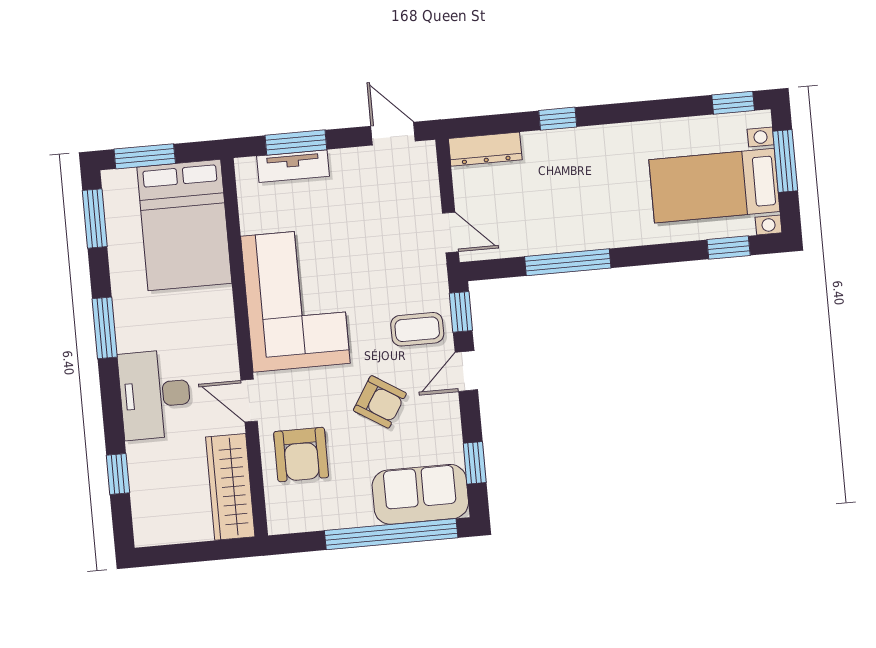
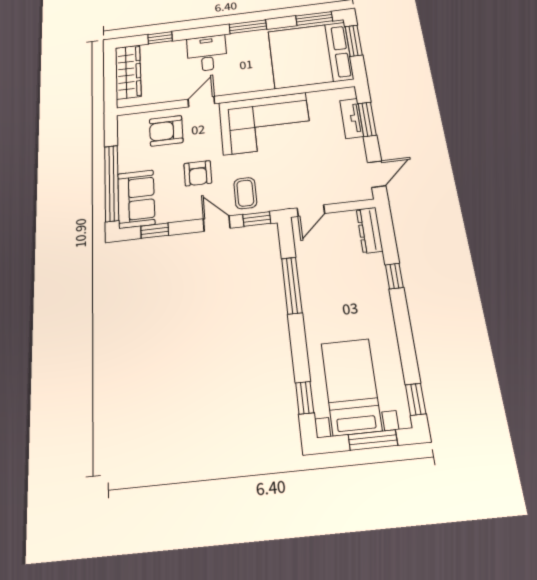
bed: (184, 225) -> (310, 55), width x1.36
desk: (155, 395) -> (207, 53), width x0.73
armchair: (380, 402) -> (198, 173), turned -32
wardrobe: (230, 487) -> (128, 72), moved, turned 90

